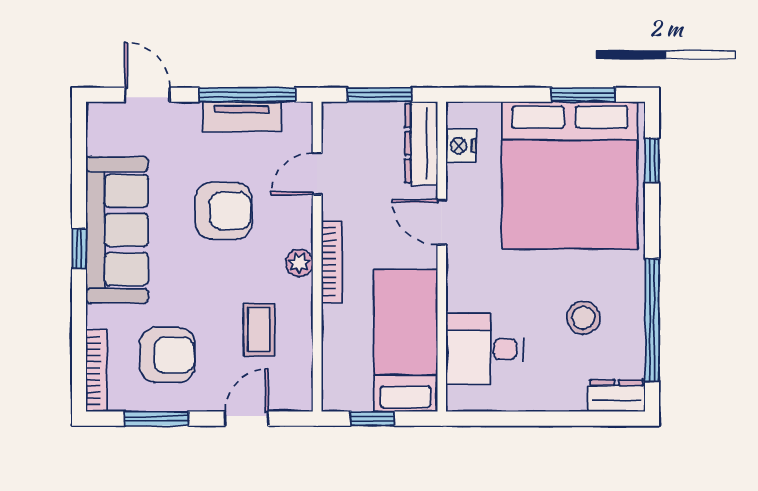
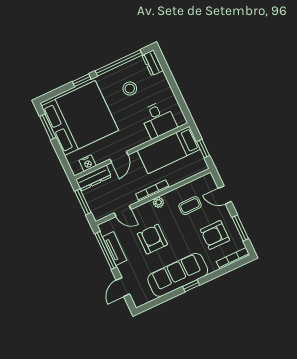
window: (652, 160) -> (82, 80), moved
armchair: (167, 355) -> (215, 235), turned -90

